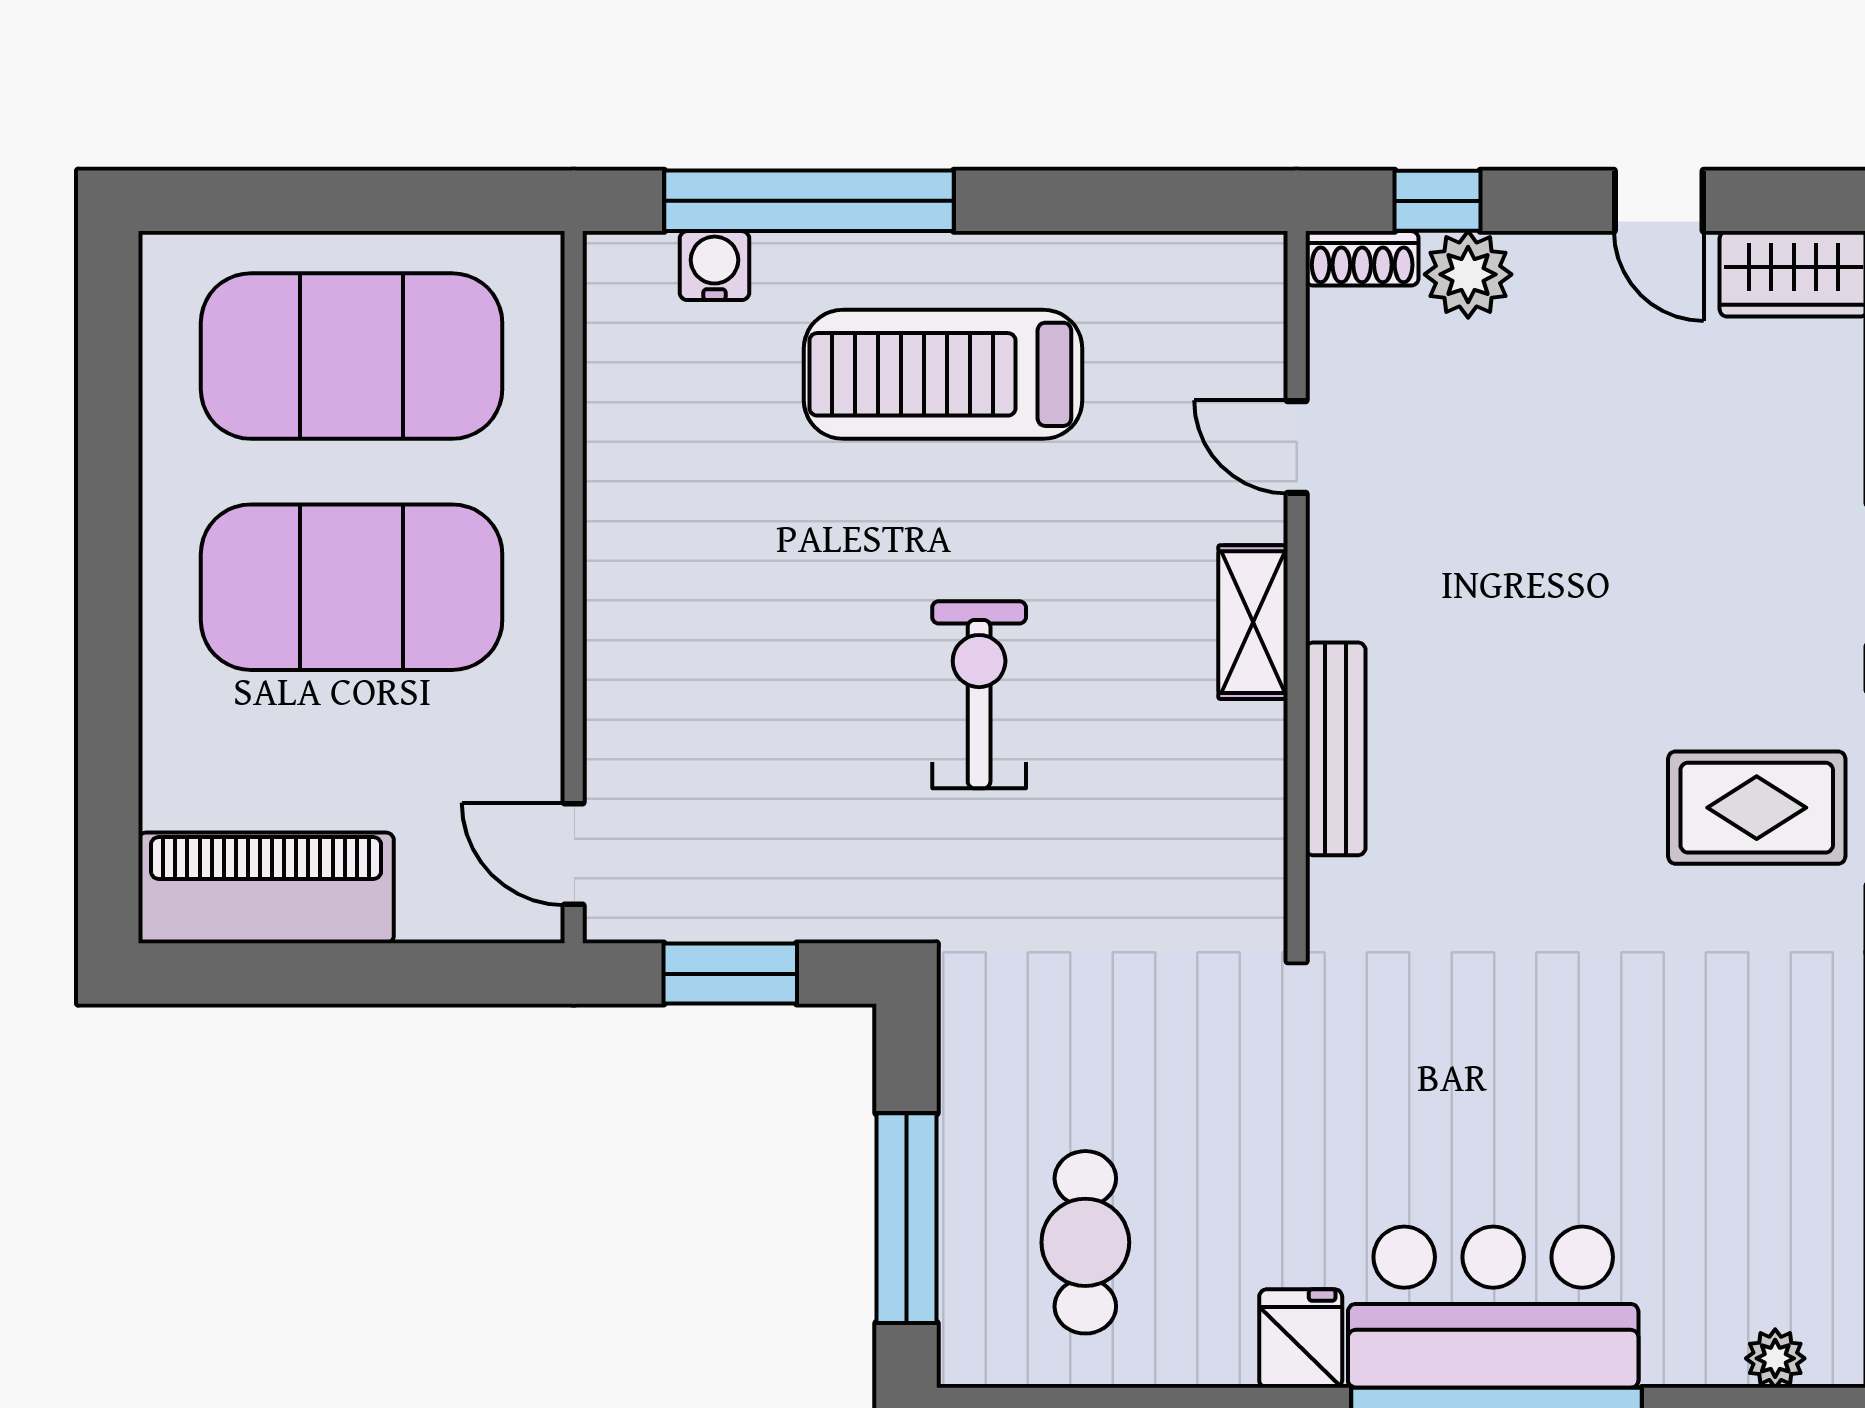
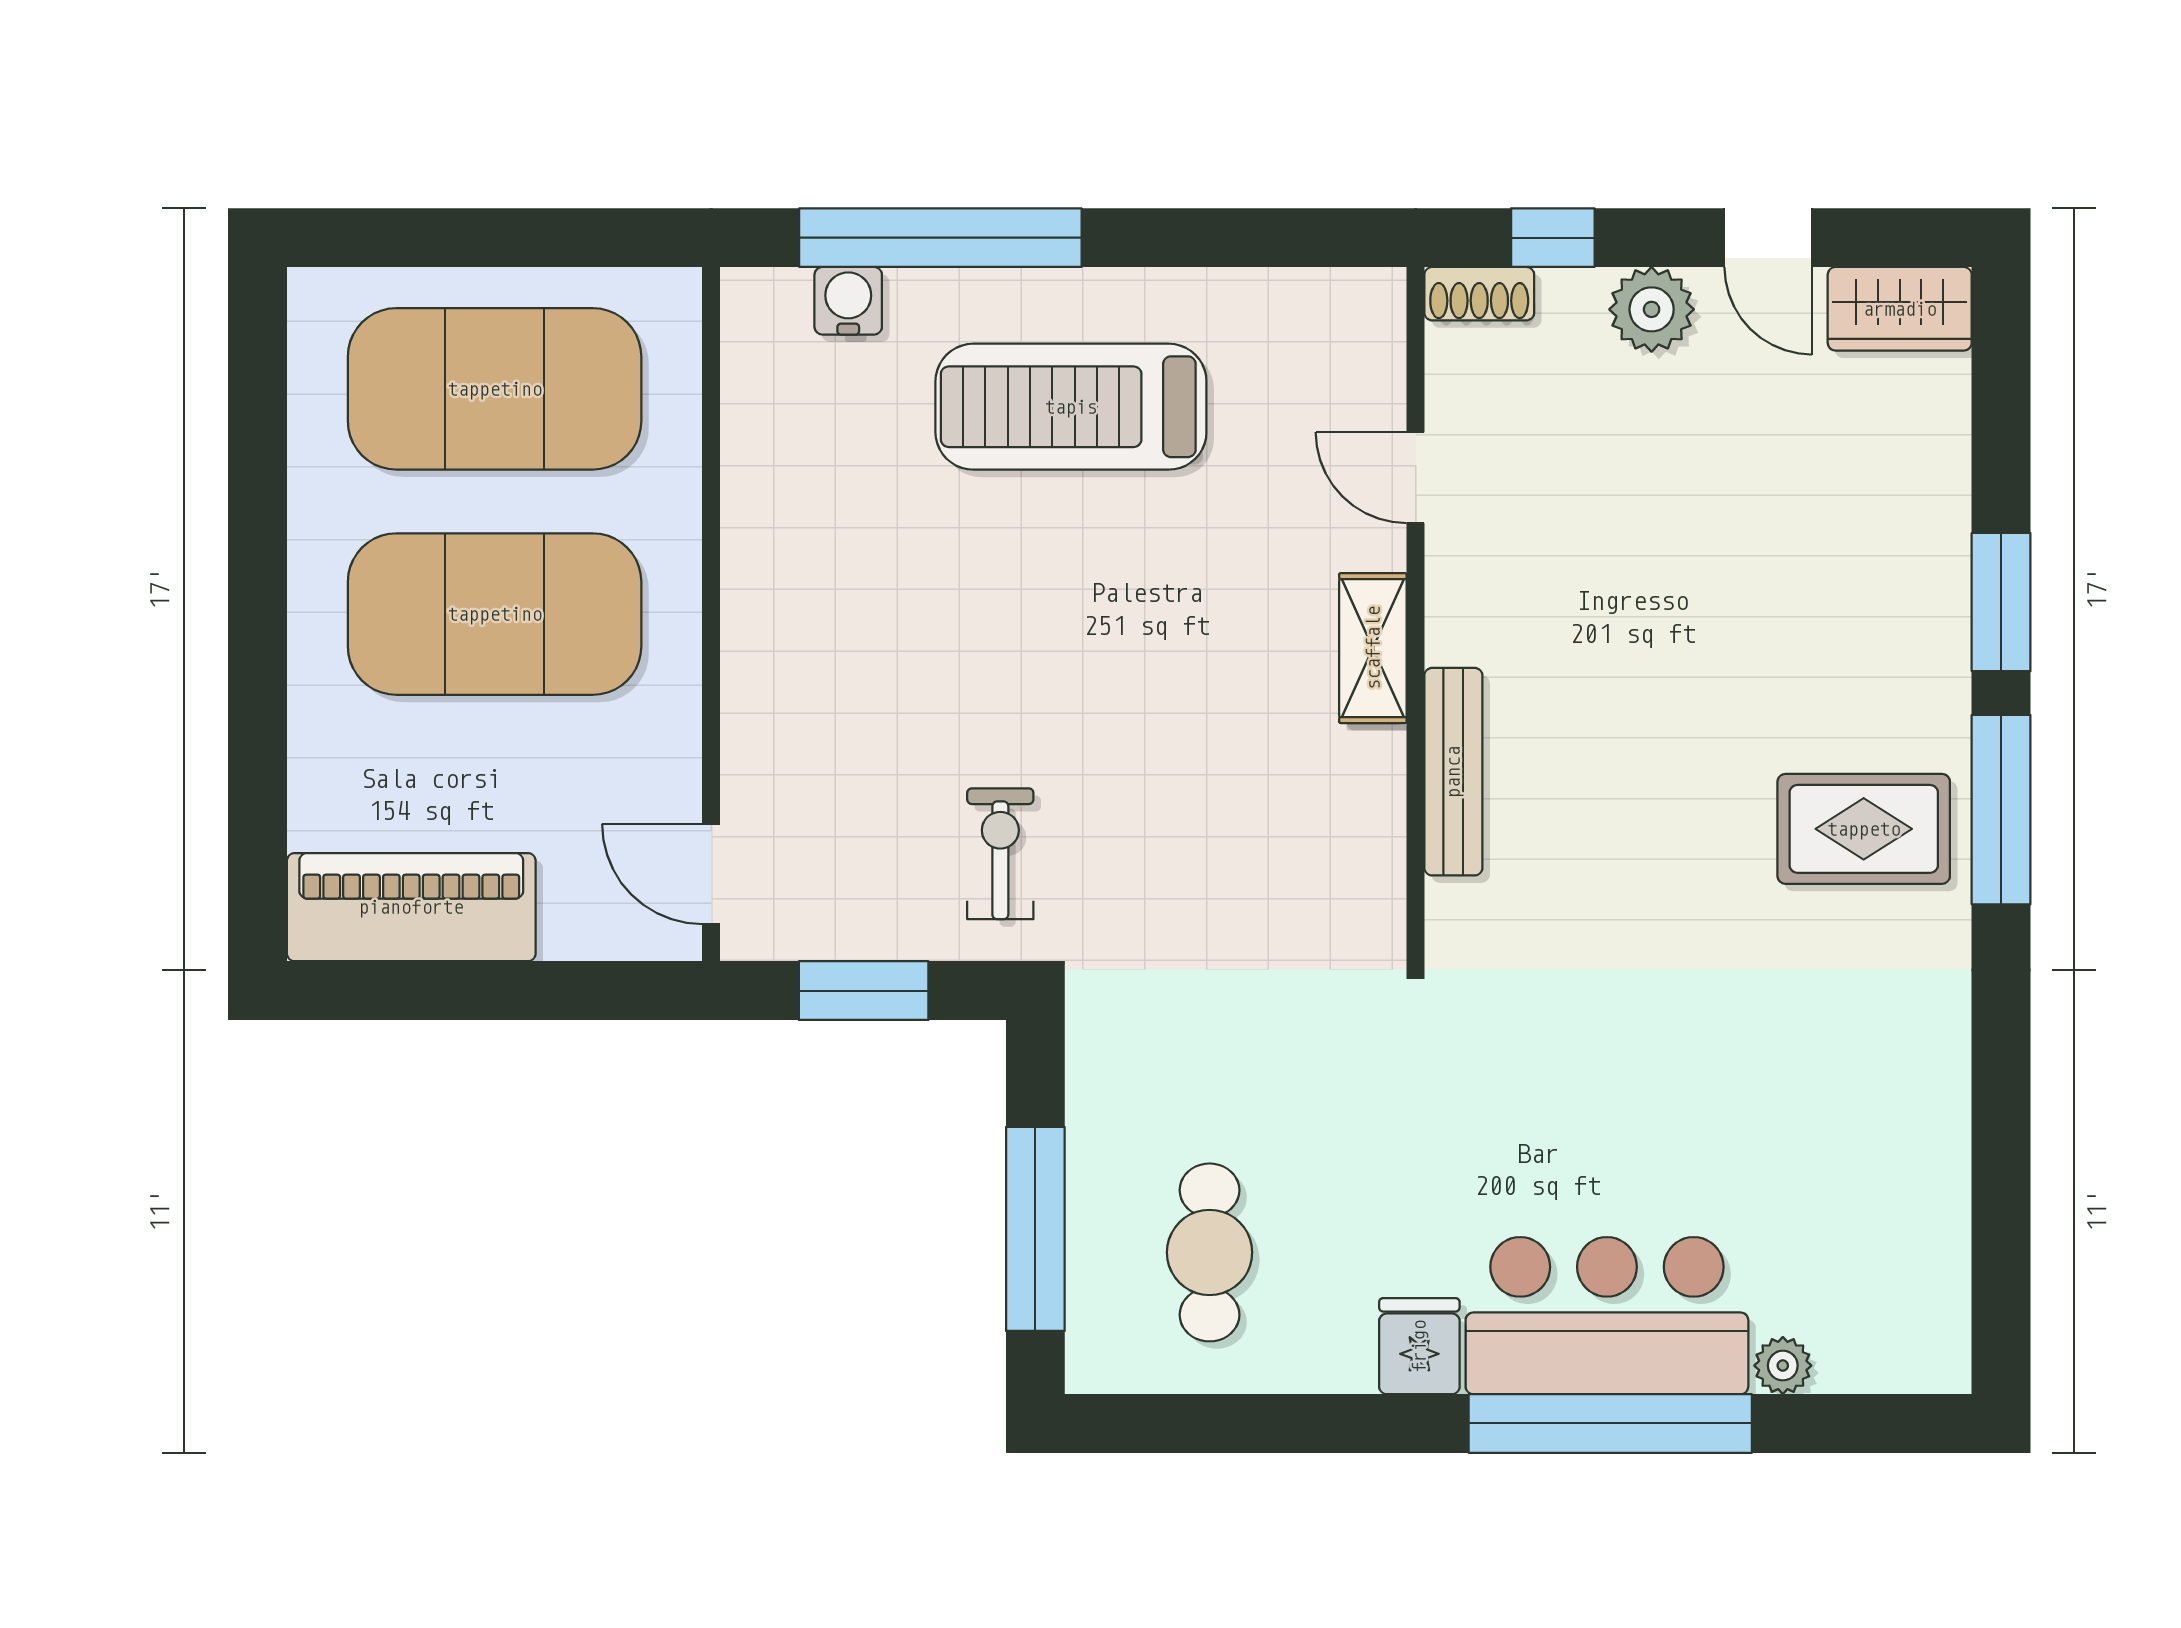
plant: (1468, 274) -> (1652, 309), moved
exercise bike: (979, 695) -> (1000, 854), moved, width x0.73, depth x0.72
plant: (1775, 1358) -> (1783, 1366), moved

